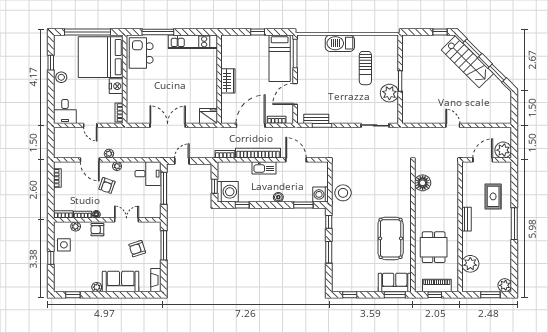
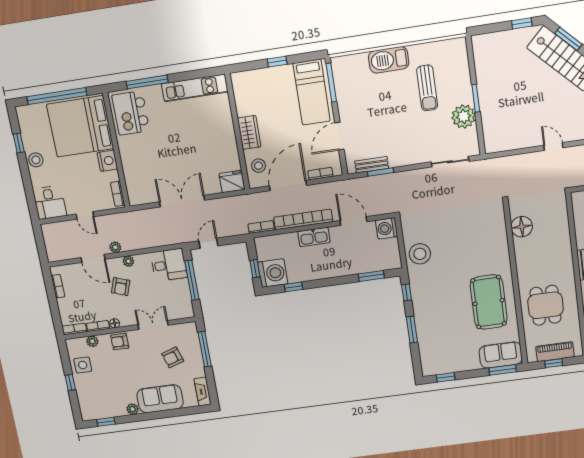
stool: (231, 107) -> (259, 166), added
washing machine: (320, 194) -> (387, 228), moved
boiler: (278, 197) -> (338, 271), removed

